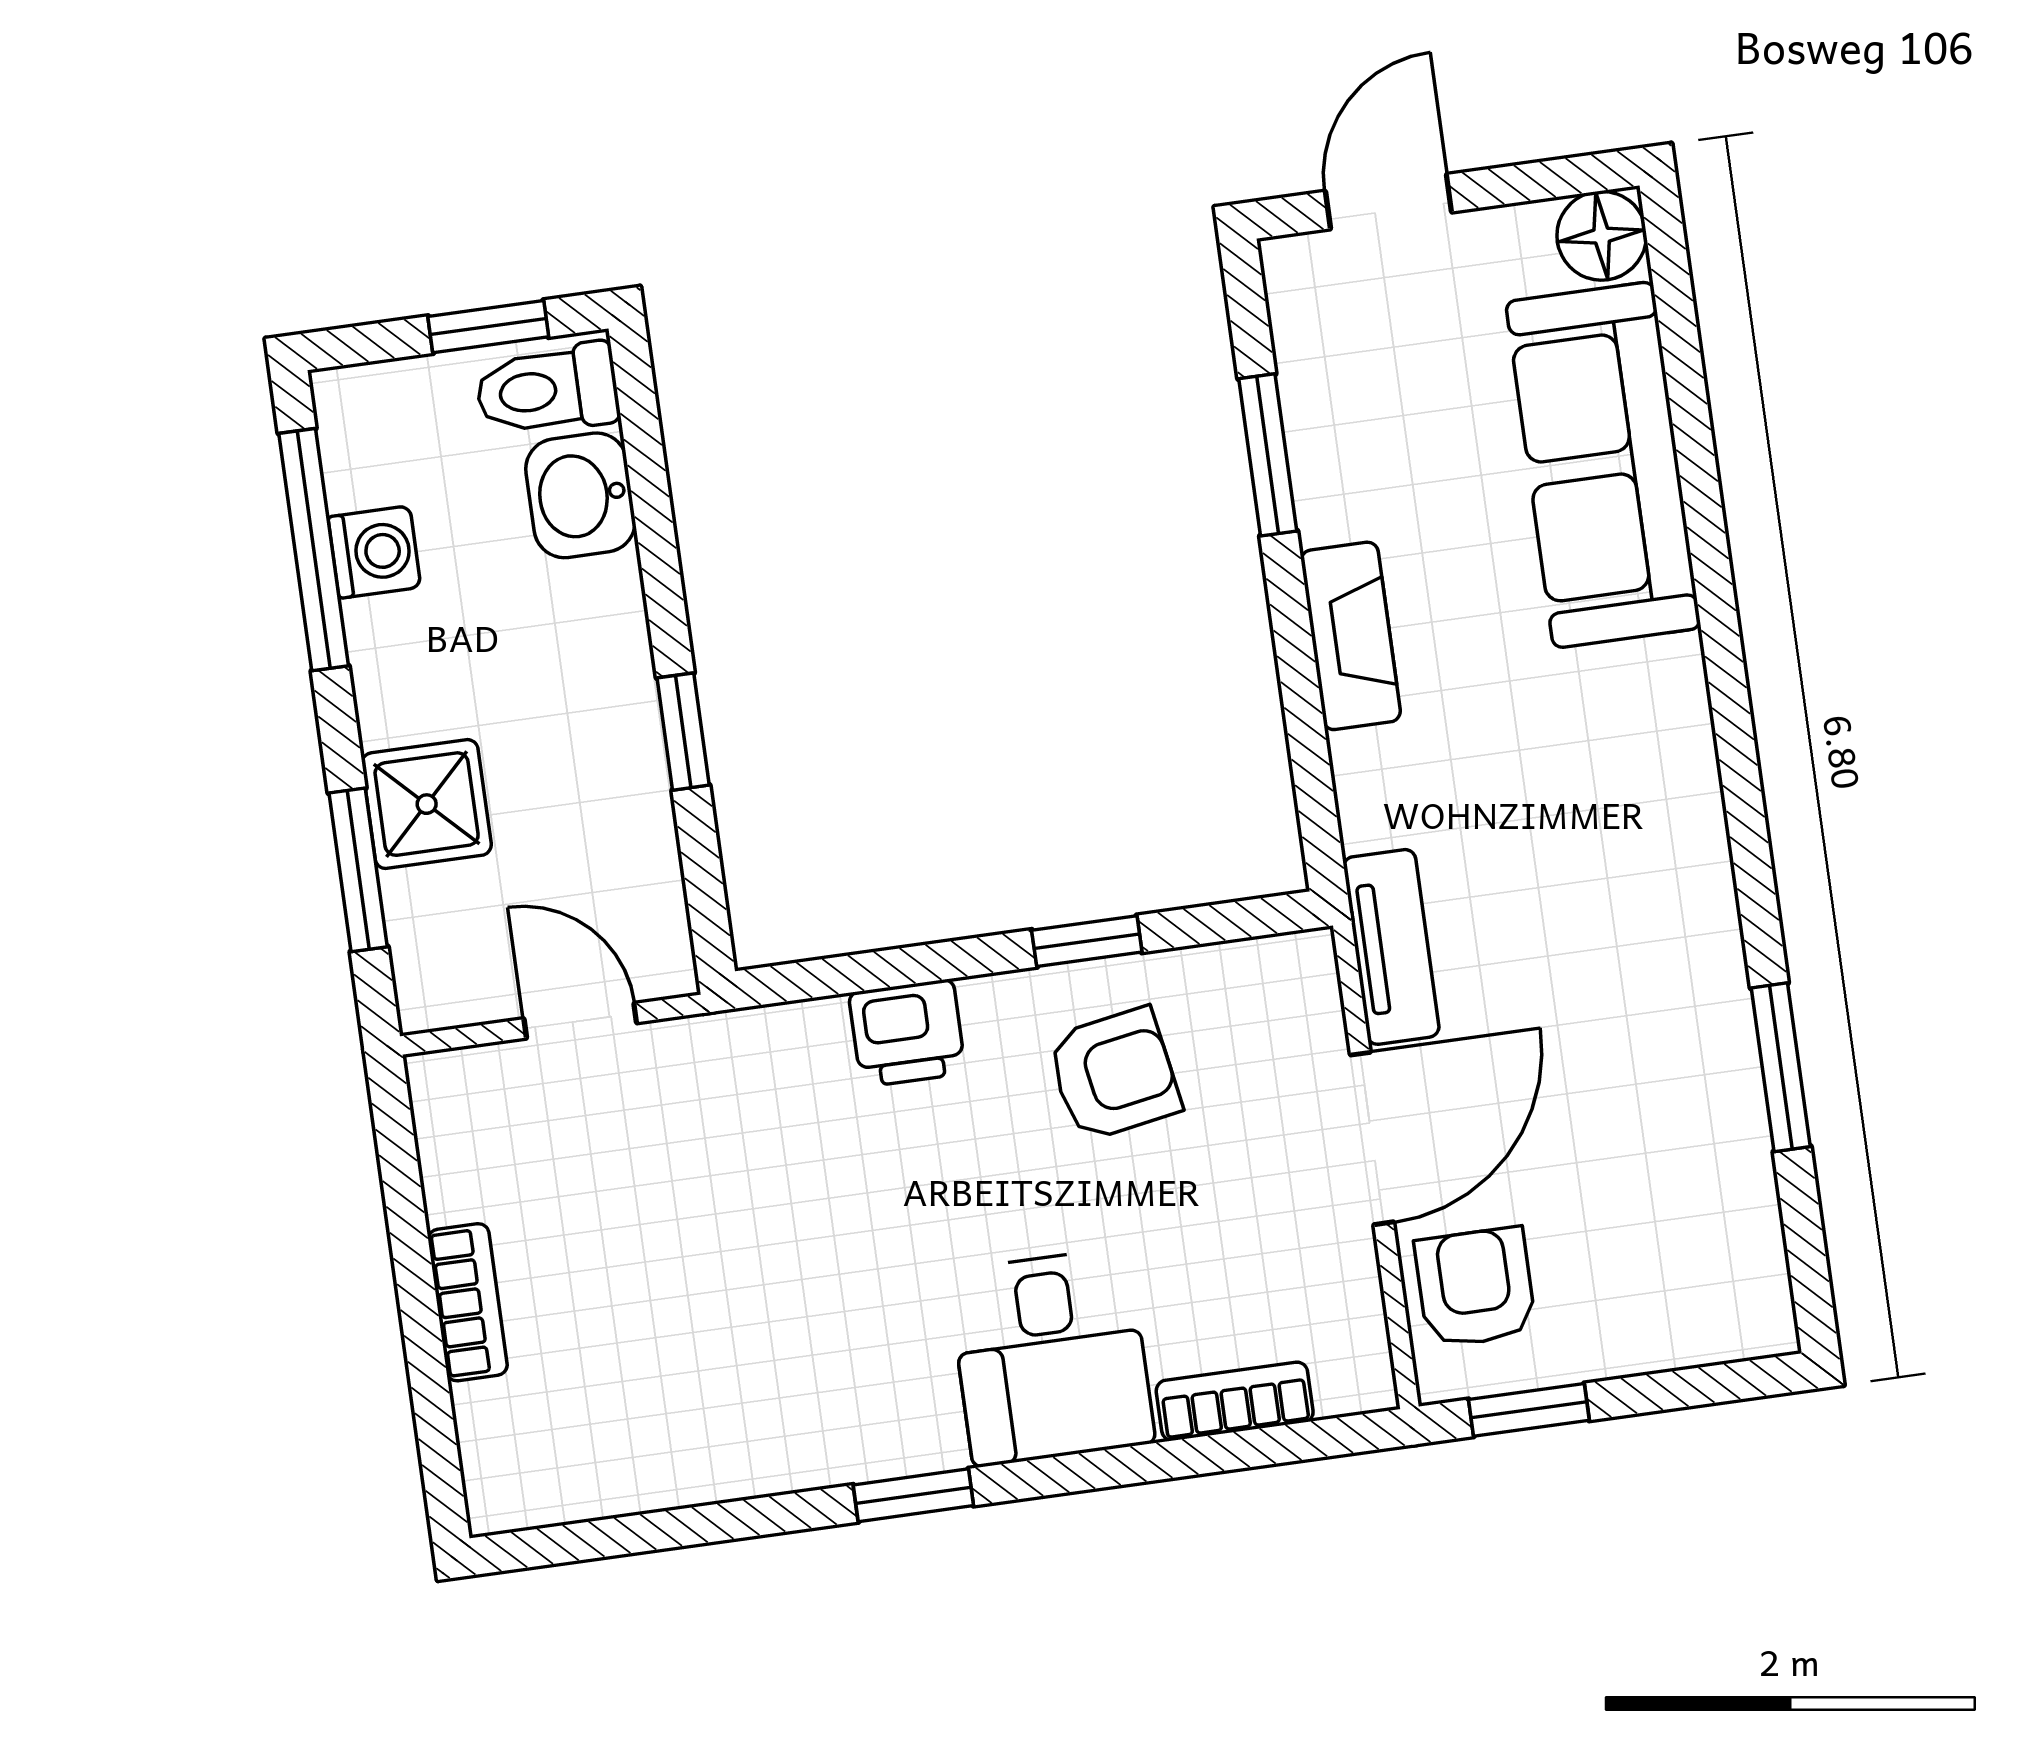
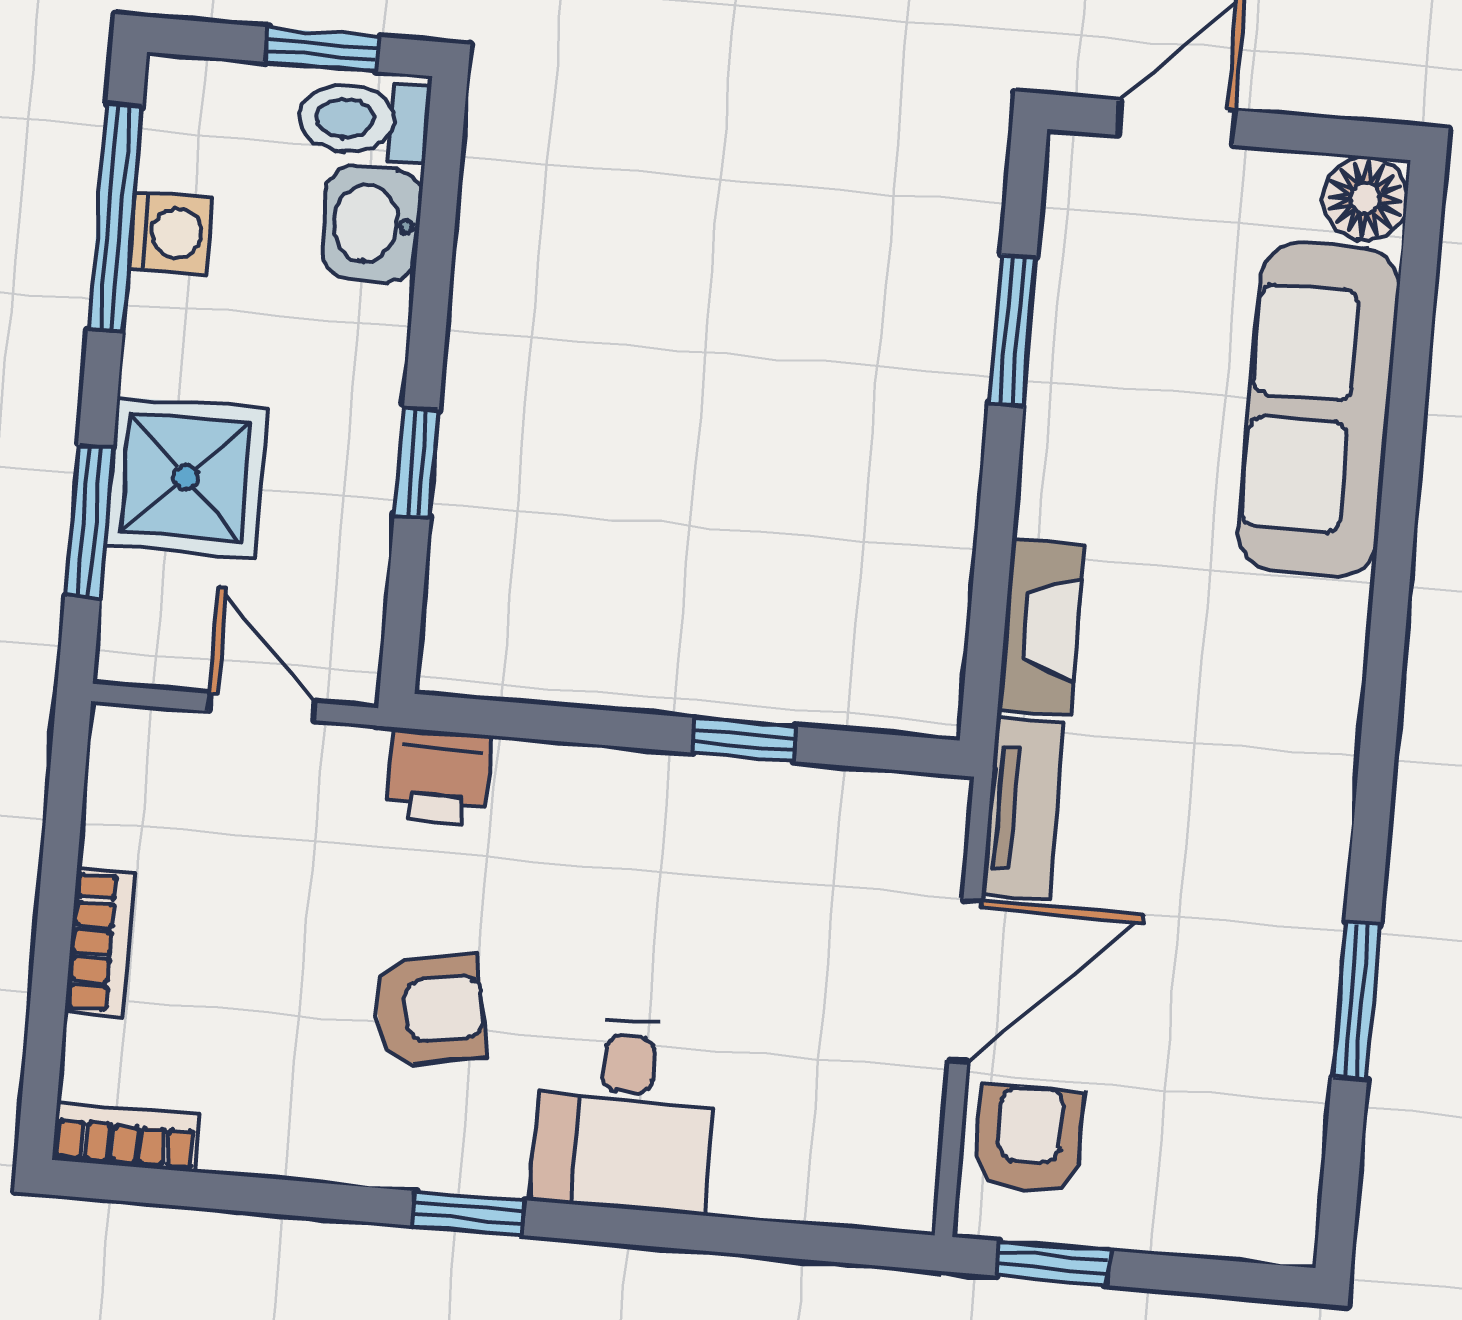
fireplace: (1351, 636) -> (1041, 628), moved
shower: (427, 804) -> (186, 477), width x1.36, depth x1.36
printer: (907, 1033) -> (439, 776), moved
armchair: (1114, 1074) -> (430, 1010), moved
bookcase: (1235, 1401) -> (126, 1137), moved

